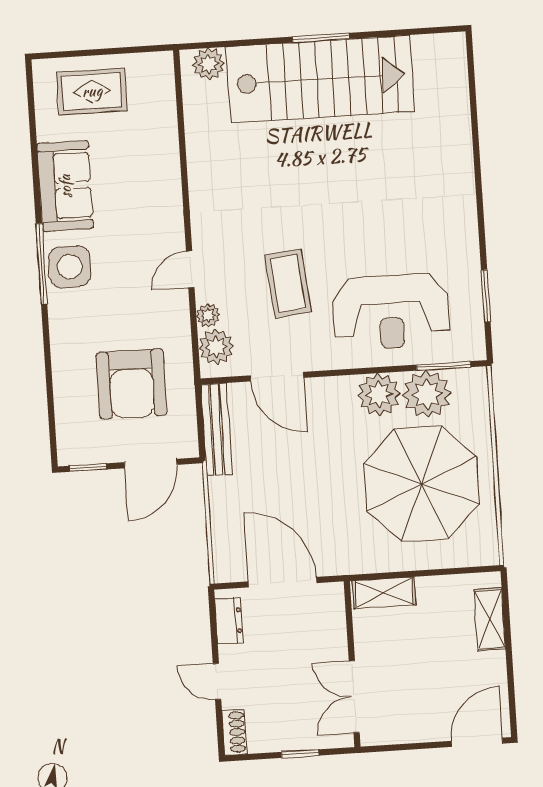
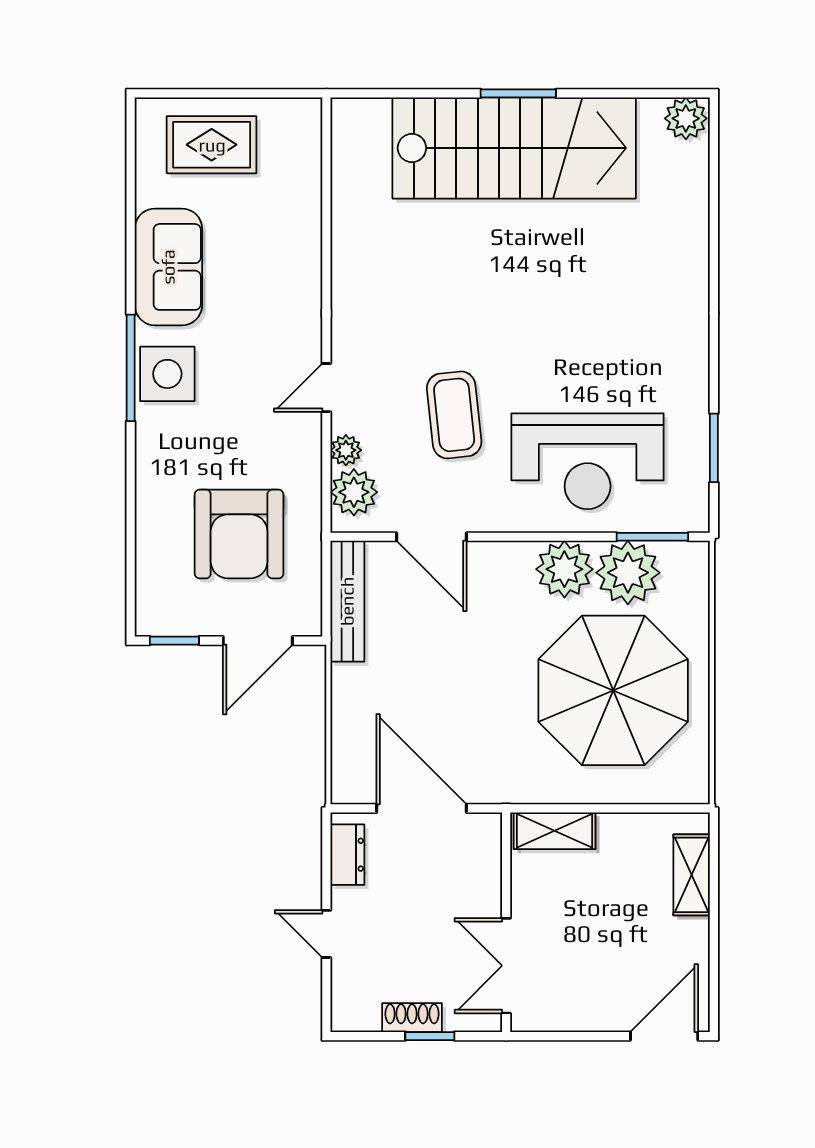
plant: (209, 64) -> (686, 118), moved
shoe rack: (234, 732) -> (412, 1018), moved, turned -90

